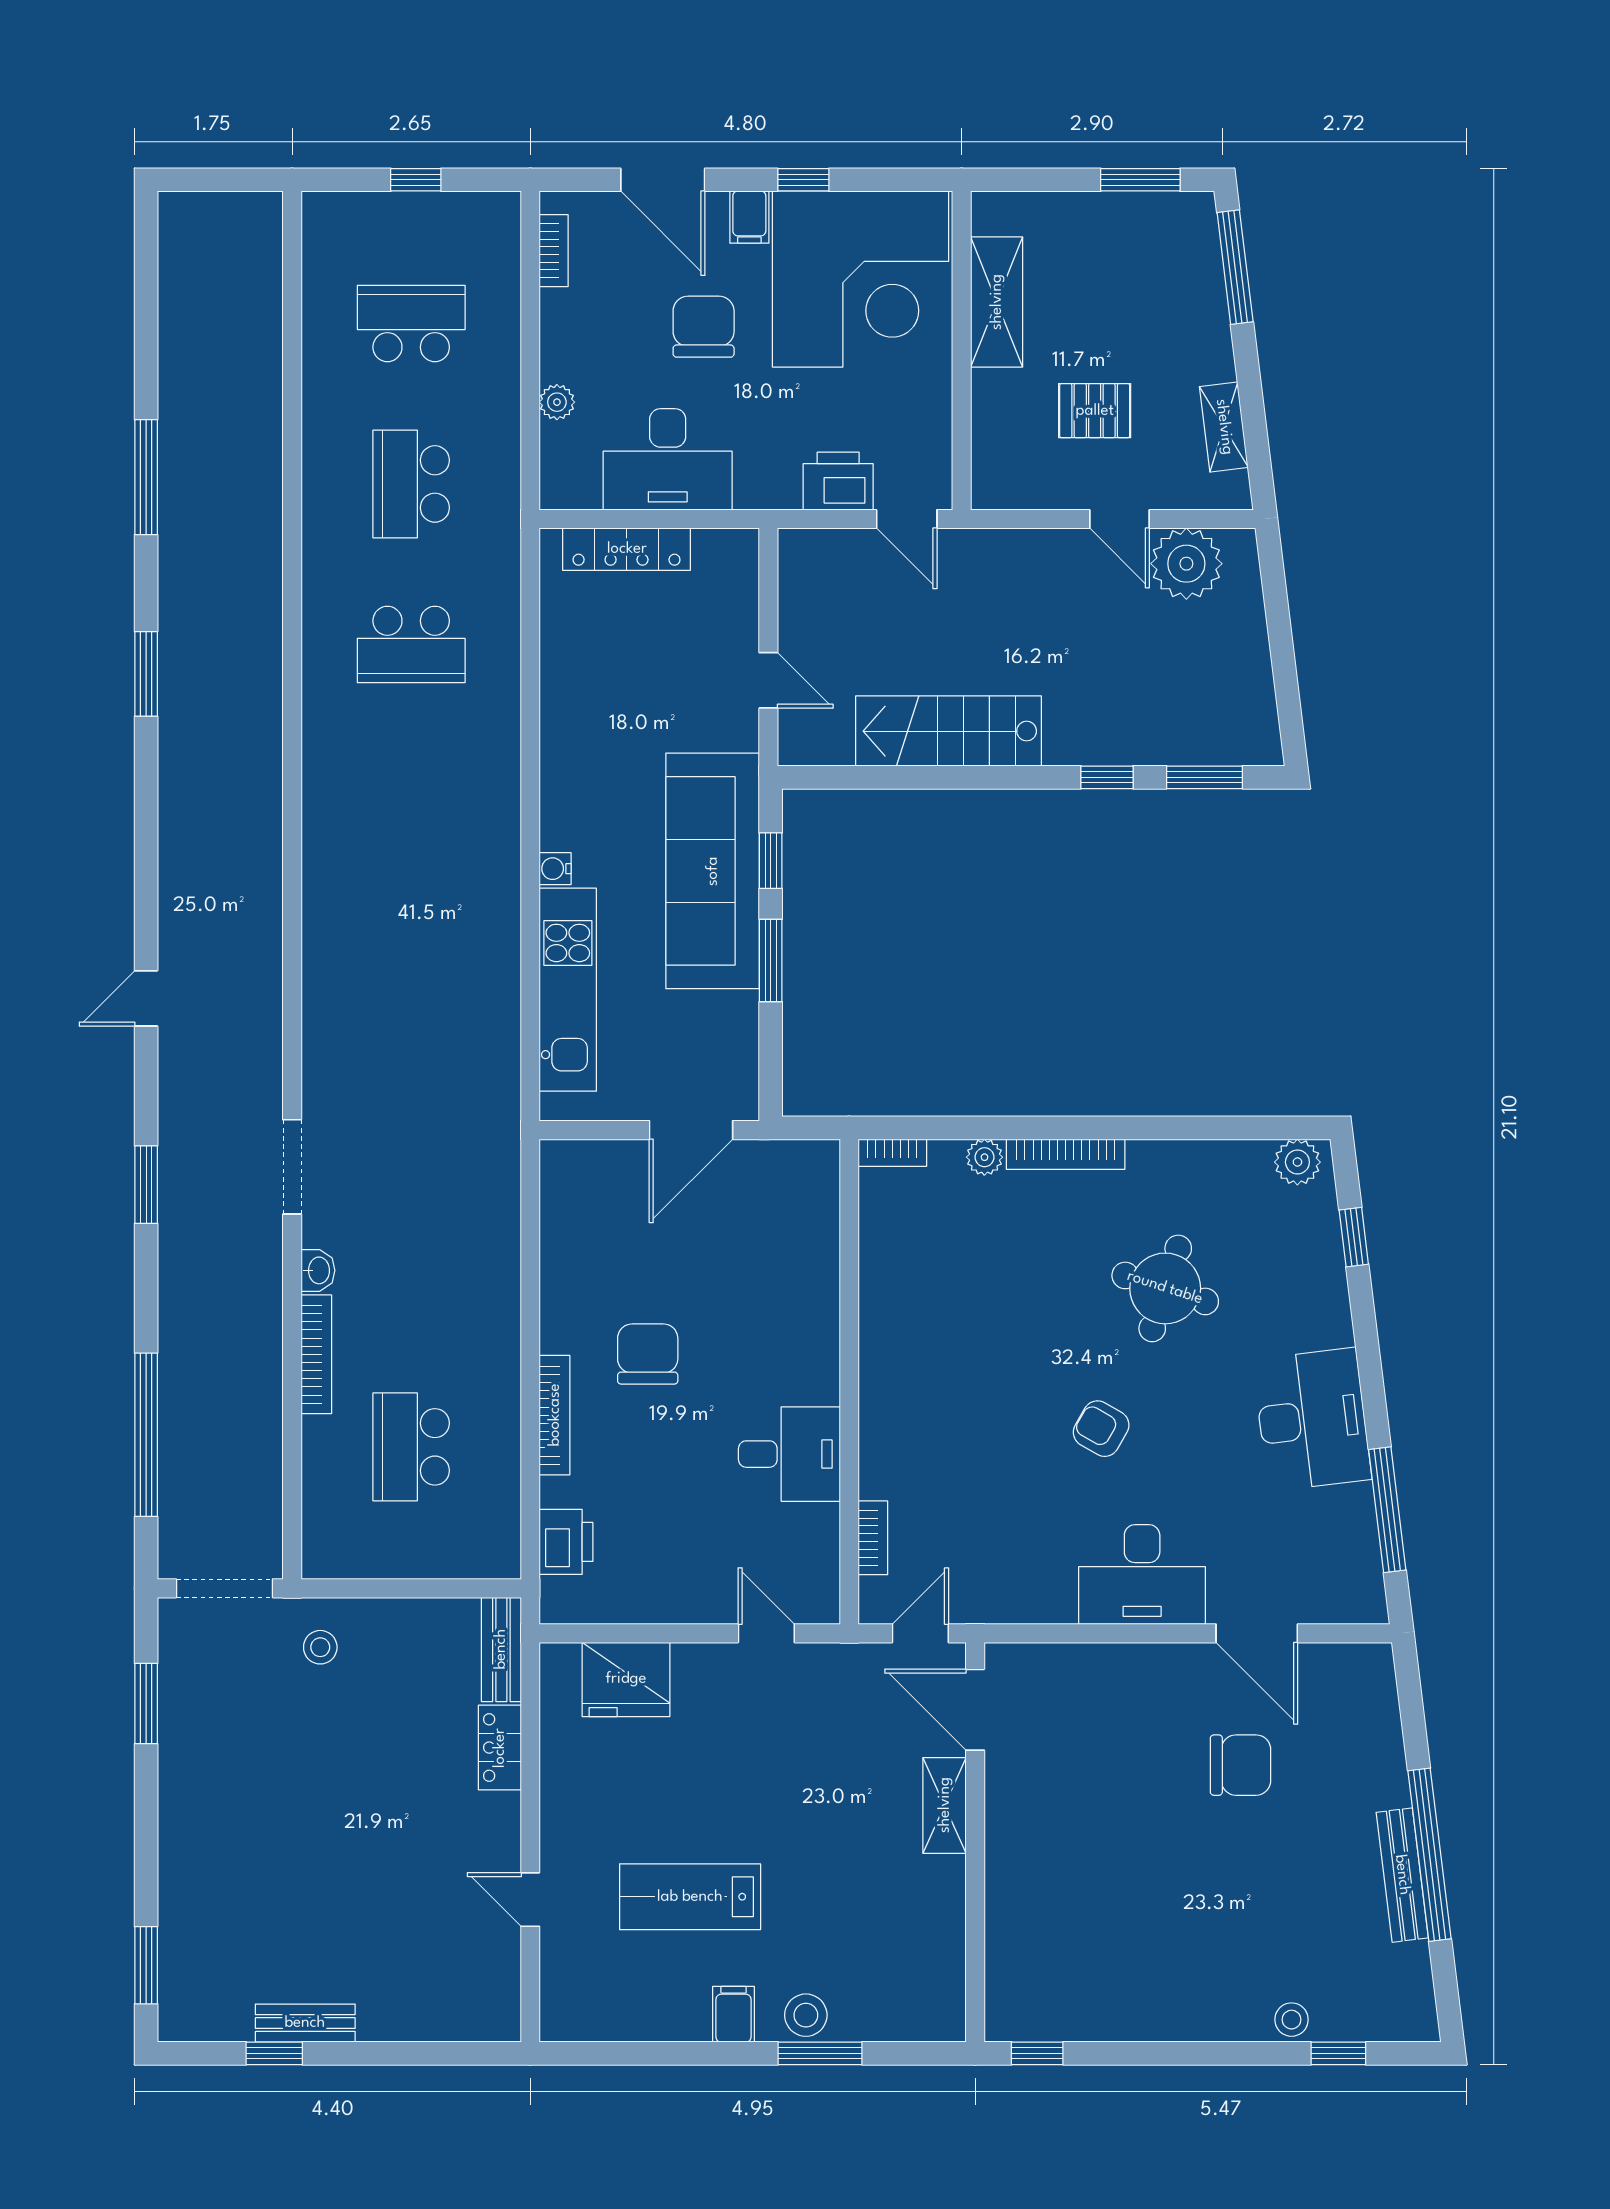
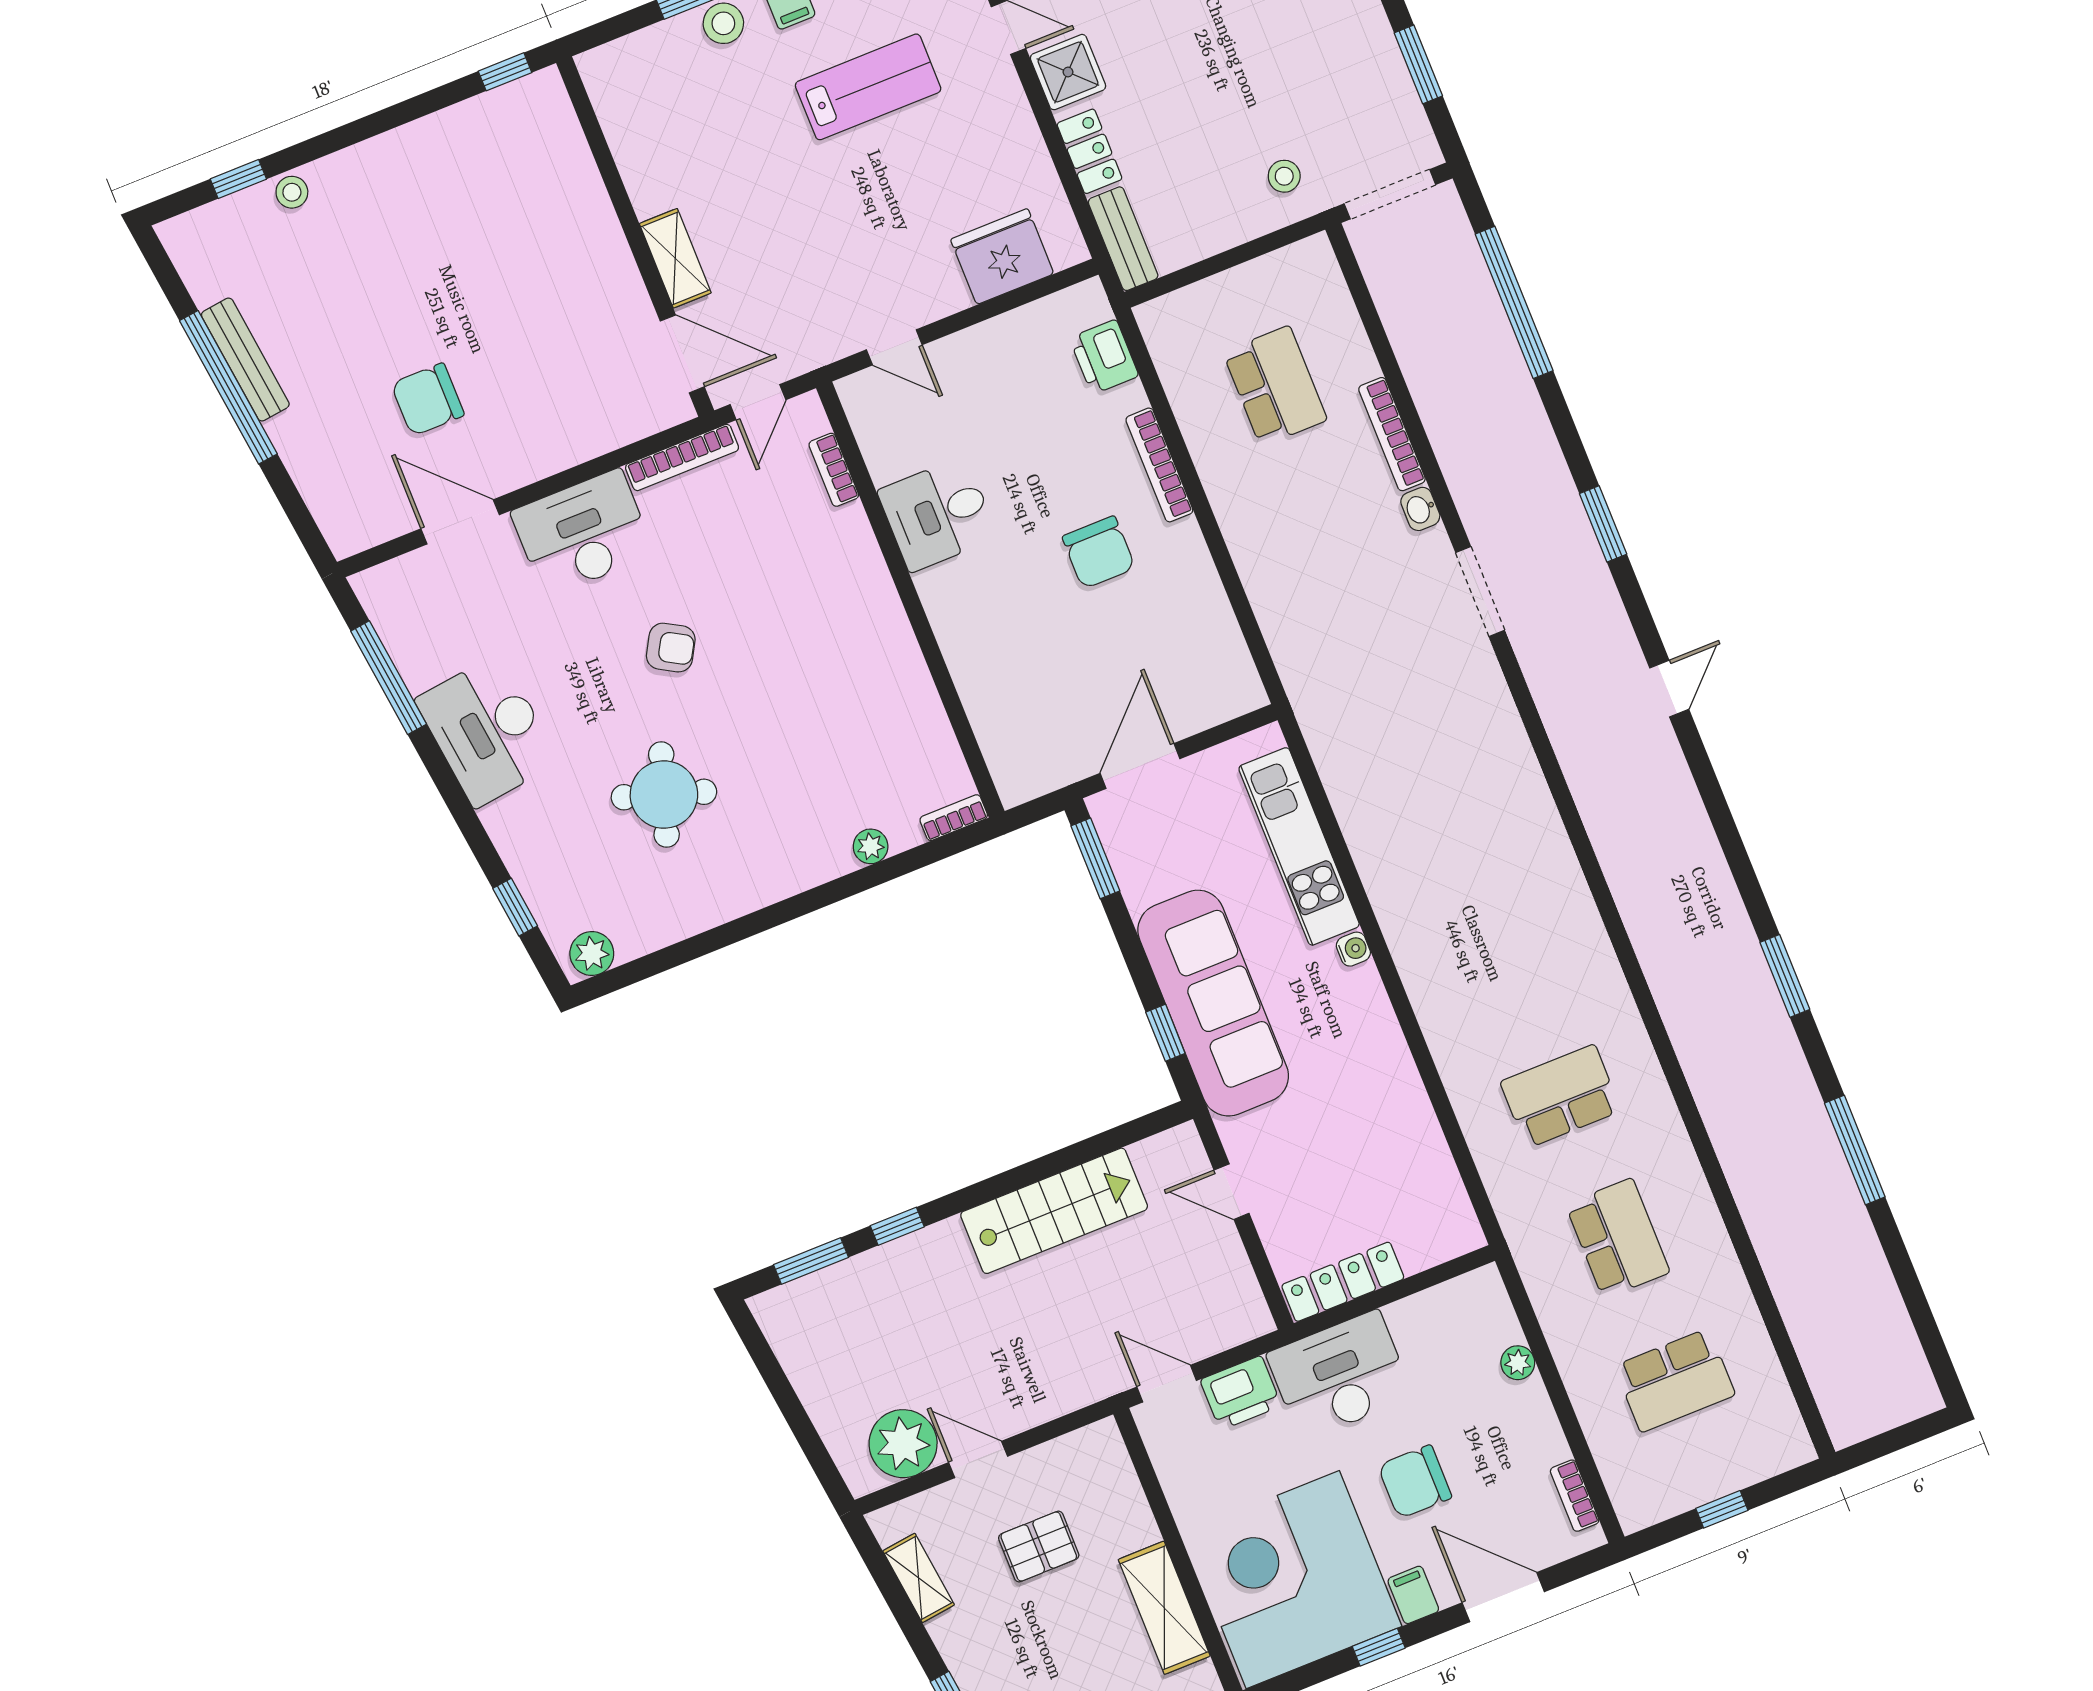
chair: (704, 327) -> (1415, 1482), turned 90
desk: (668, 459) -> (1340, 1375), moved
locker: (627, 549) -> (1343, 1282), moved
window: (771, 960) -> (1095, 858), moved
bookcase: (1066, 1154) -> (682, 457), moved, turned 180
shower: (490, 1833) -> (1068, 72), added

